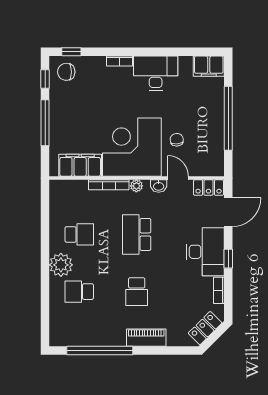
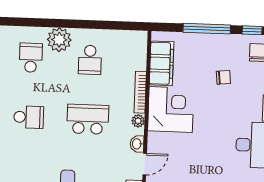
chair: (177, 140) -> (223, 77), moved
corner desk: (132, 147) -> (171, 109), width x0.74, depth x0.74
school desk: (137, 292) -> (29, 117), turned 180

